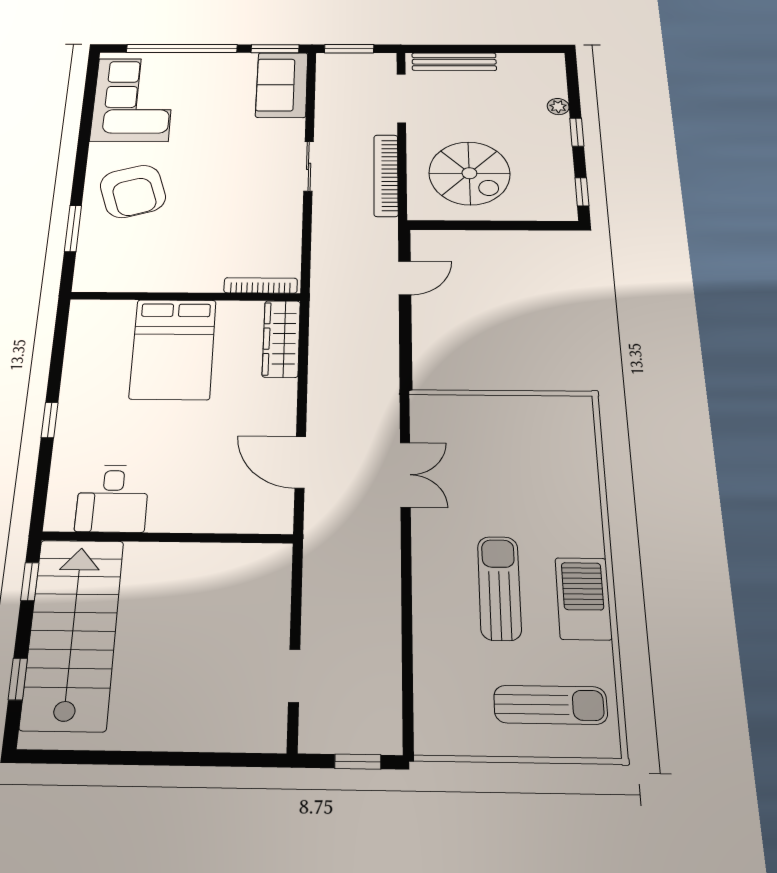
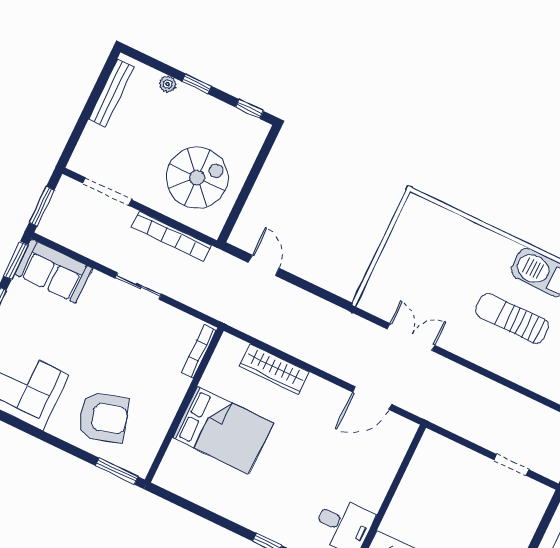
bench: (454, 62) -> (111, 93), moved
bookcase: (261, 285) -> (199, 351), moved
wall: (185, 296) -> (184, 405), moved
bed: (173, 349) -> (223, 430), moved

